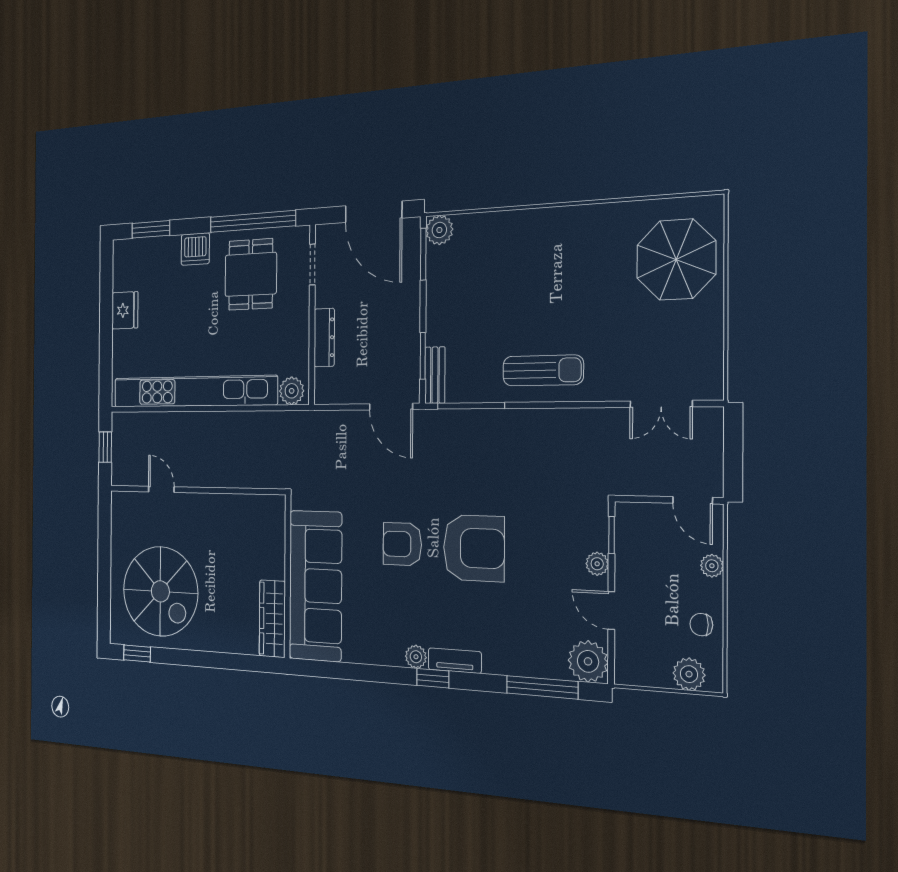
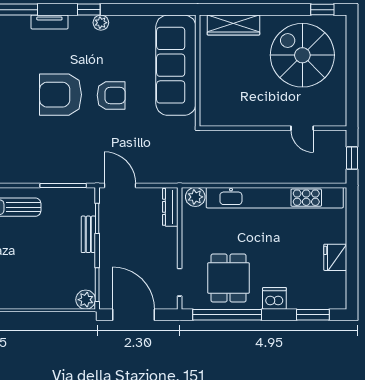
dresser: (324, 338) -> (170, 207), moved
bench: (435, 375) -> (88, 234), moved
wardrobe: (272, 619) -> (233, 25), moved, turned 90
tv unit: (455, 661) -> (49, 22), moved

